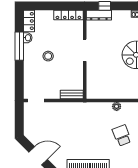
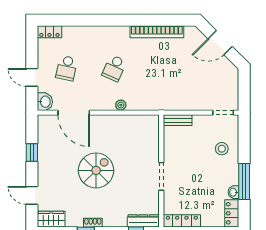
stool: (48, 56) -> (222, 149), moved
school desk: (122, 136) -> (114, 68), turned 45

